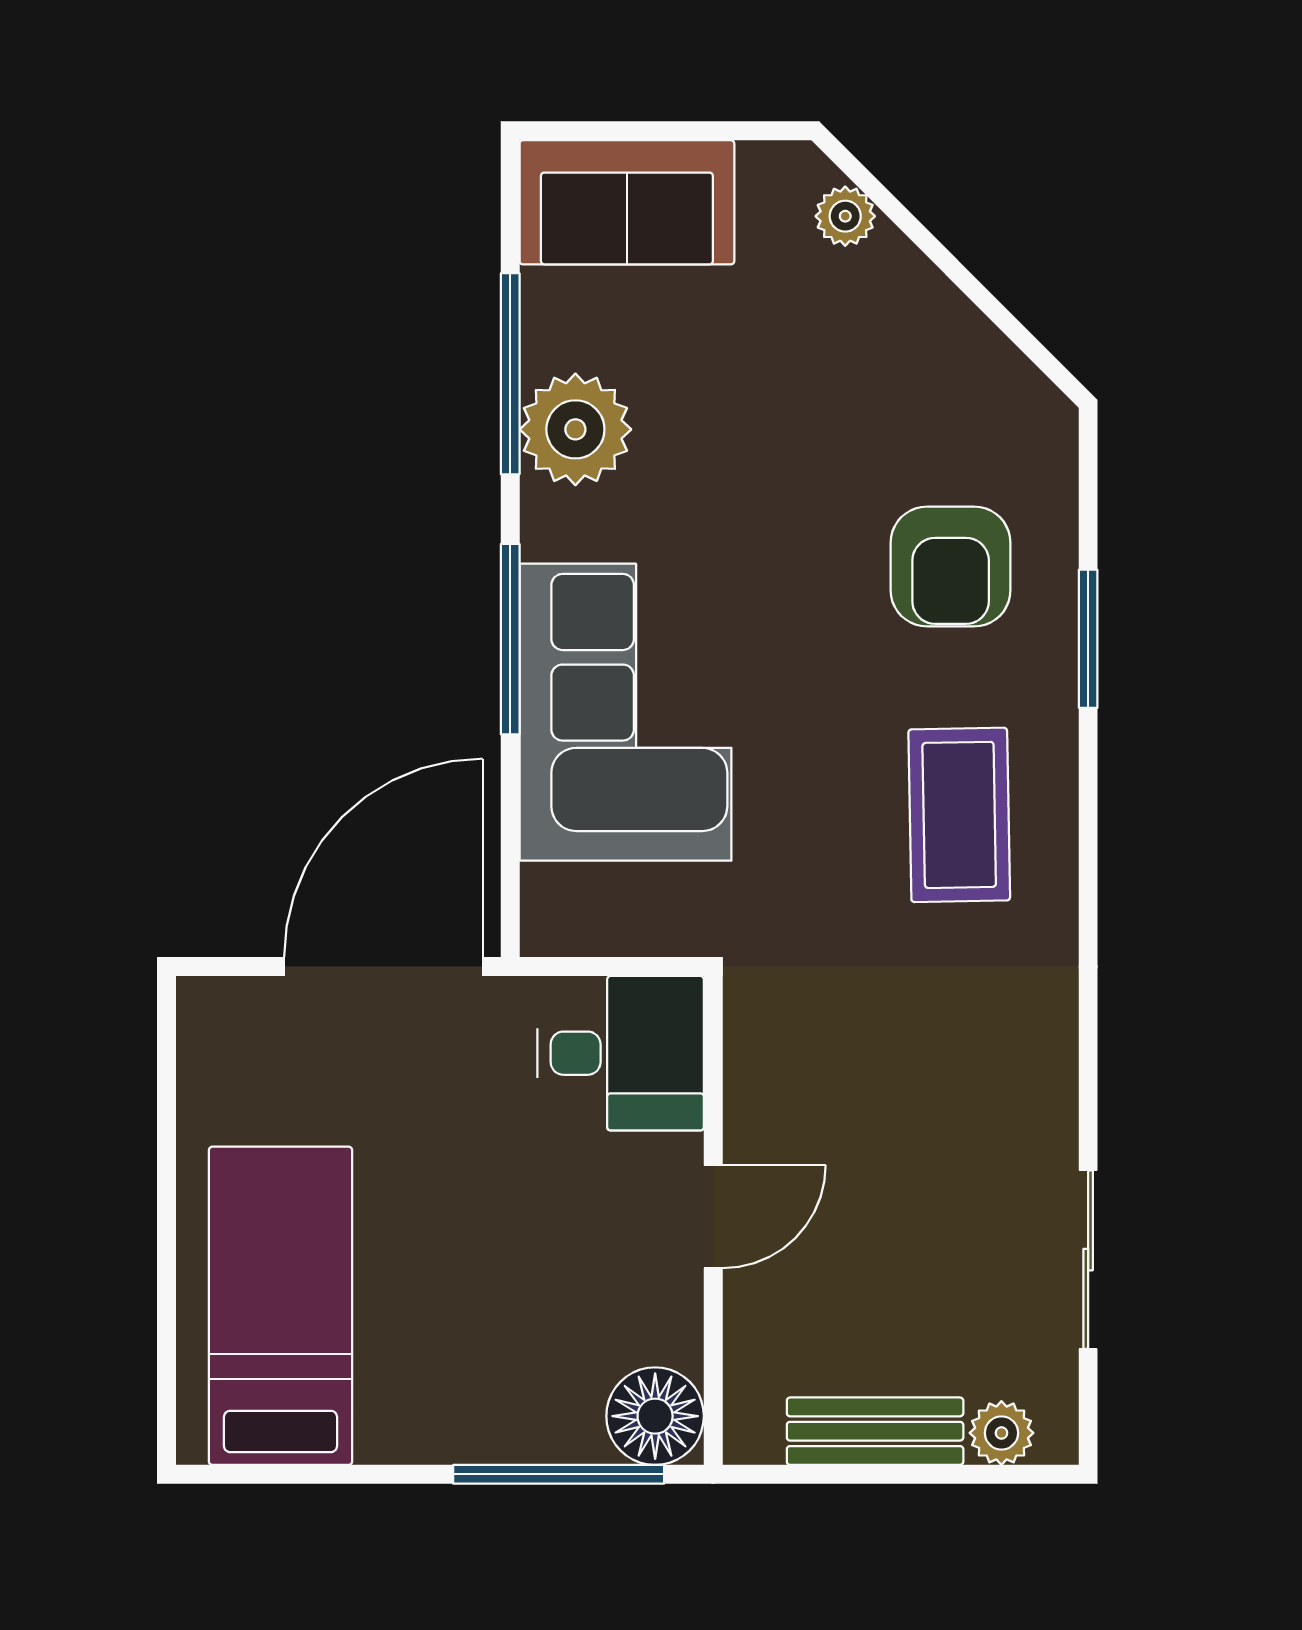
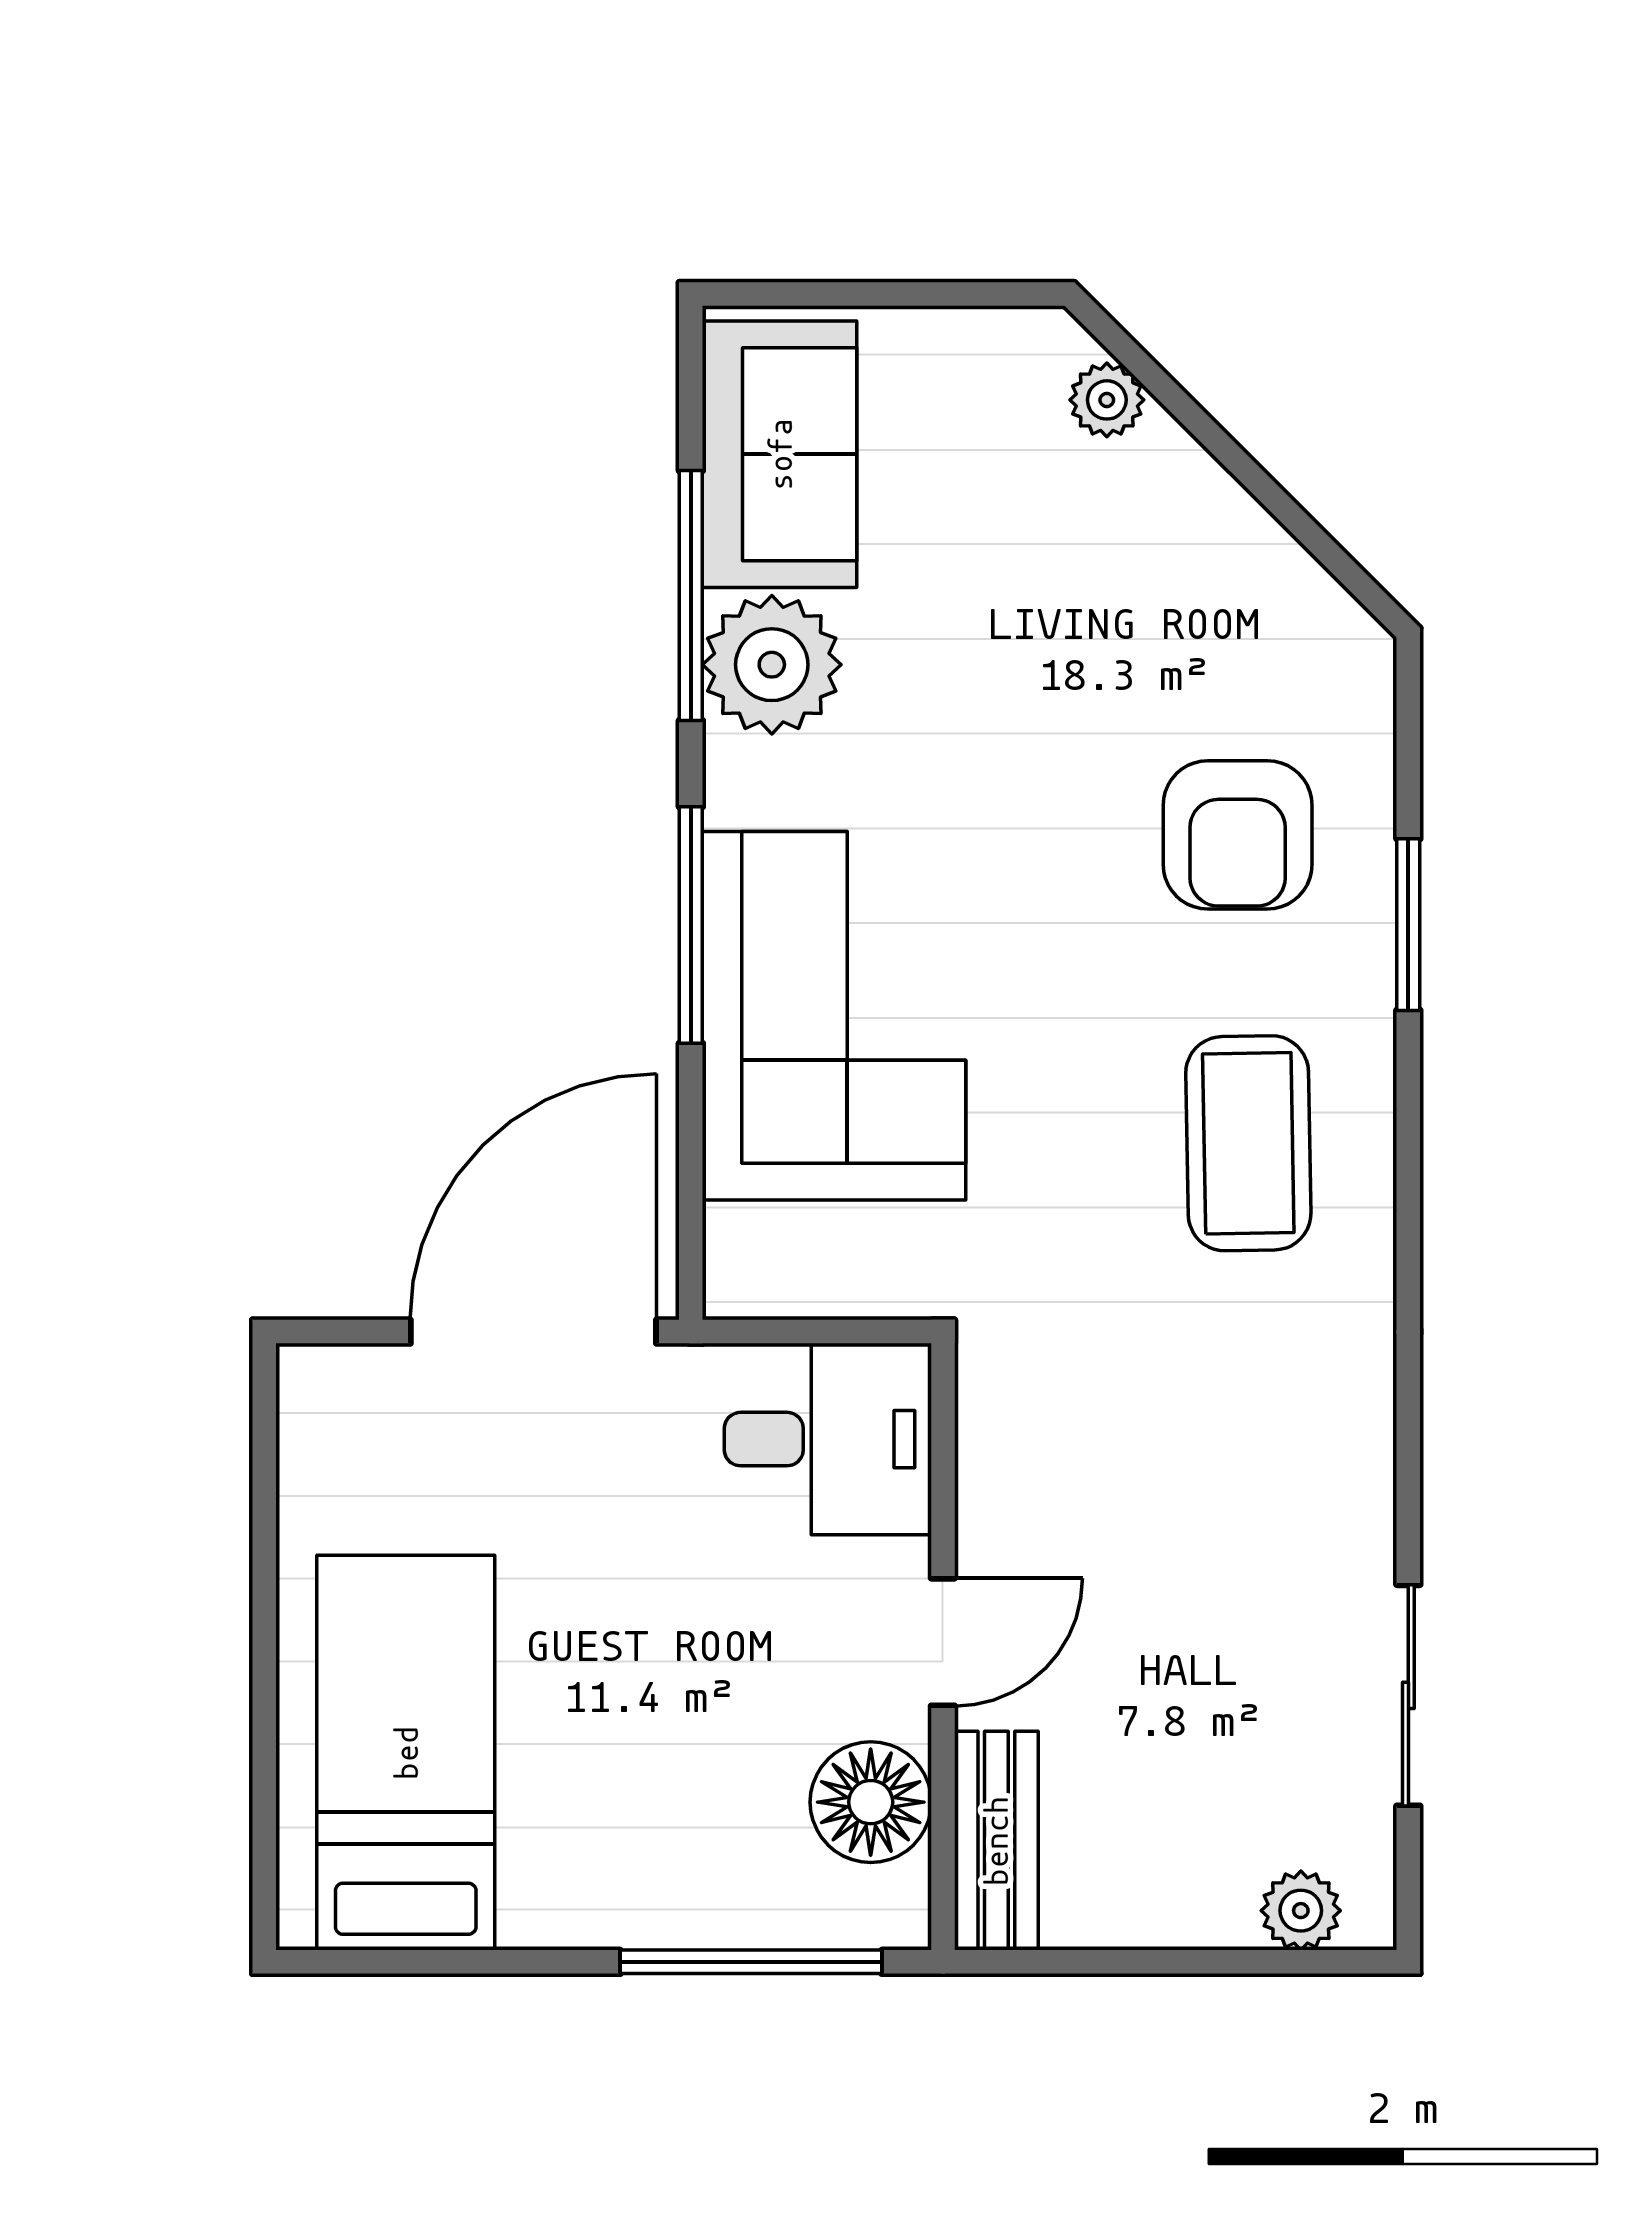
sofa: (627, 202) -> (780, 454), moved, turned -90
floor lamp: (655, 1416) -> (871, 1802), moved
bench: (875, 1431) -> (996, 1841), moved, turned 90

